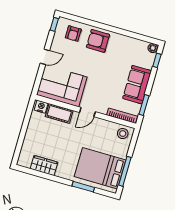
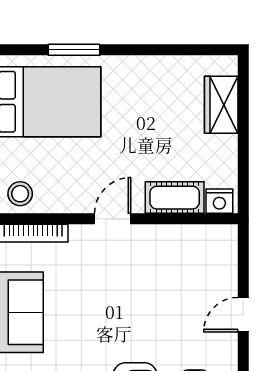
corner sofa: (62, 86) -> (187, 261), removed
wardrobe: (44, 165) -> (221, 105), moved, turned 90

